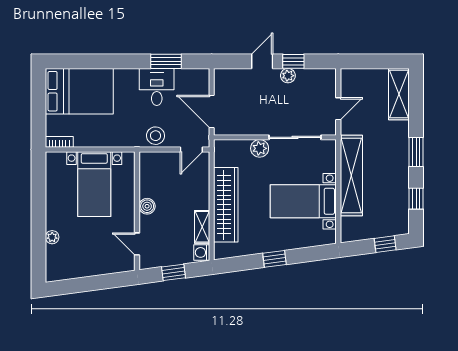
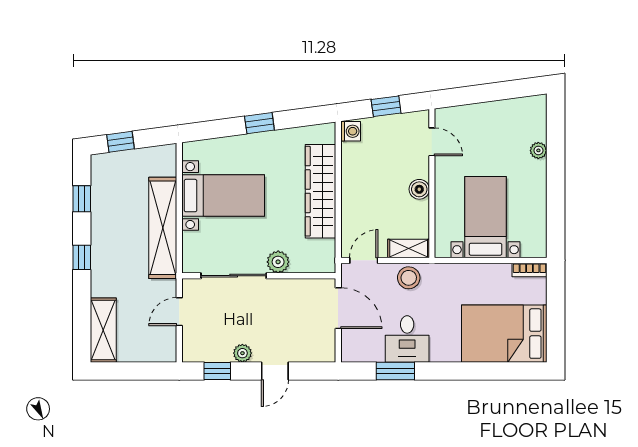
window: (293, 61) -> (217, 371), moved
window: (416, 152) -> (82, 257), width x0.67
shelving: (202, 227) -> (409, 249), moved, turned 90

